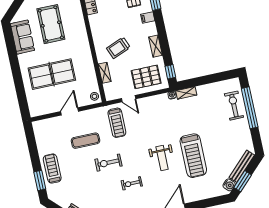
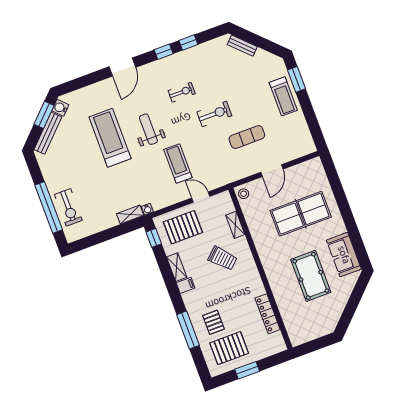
filing cabinet: (148, 18) -> (186, 285), moved
trolley: (118, 48) -> (223, 258), turned 69
treadmill: (117, 123) -> (178, 163), moved

